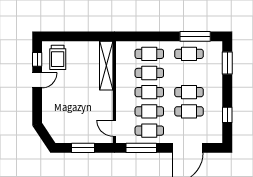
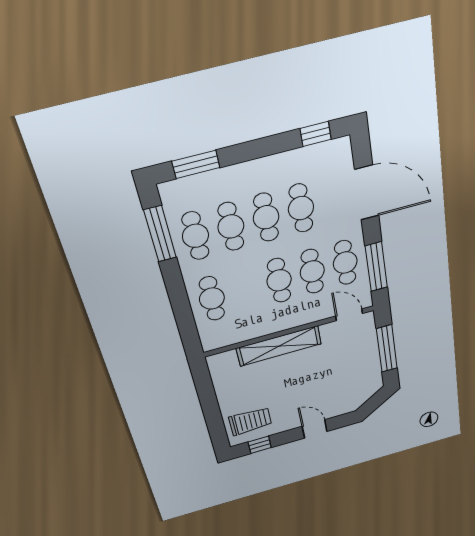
shelving: (106, 66) -> (279, 346), moved
cafe table: (149, 73) -> (231, 227), moved
door: (37, 80) -> (315, 429), moved
window: (227, 115) -> (316, 134), moved
door: (114, 128) -> (349, 315), swing flipped
window: (83, 148) -> (387, 349), width x1.44

